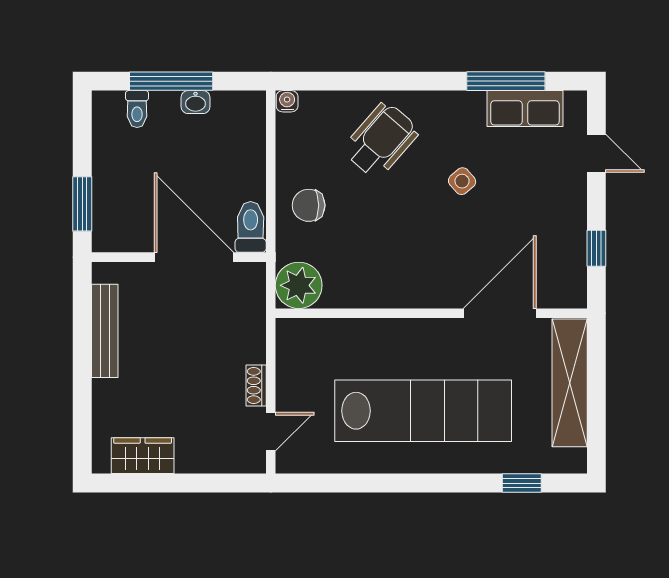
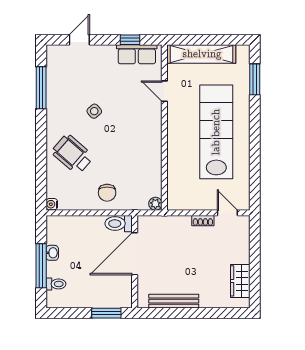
row of seats: (525, 109) -> (137, 54), moved, turned 90
plant: (299, 285) -> (155, 204), width x0.53, depth x0.53
door: (500, 313) -> (164, 91), width x0.53
window: (522, 483) -> (255, 79), width x1.50

